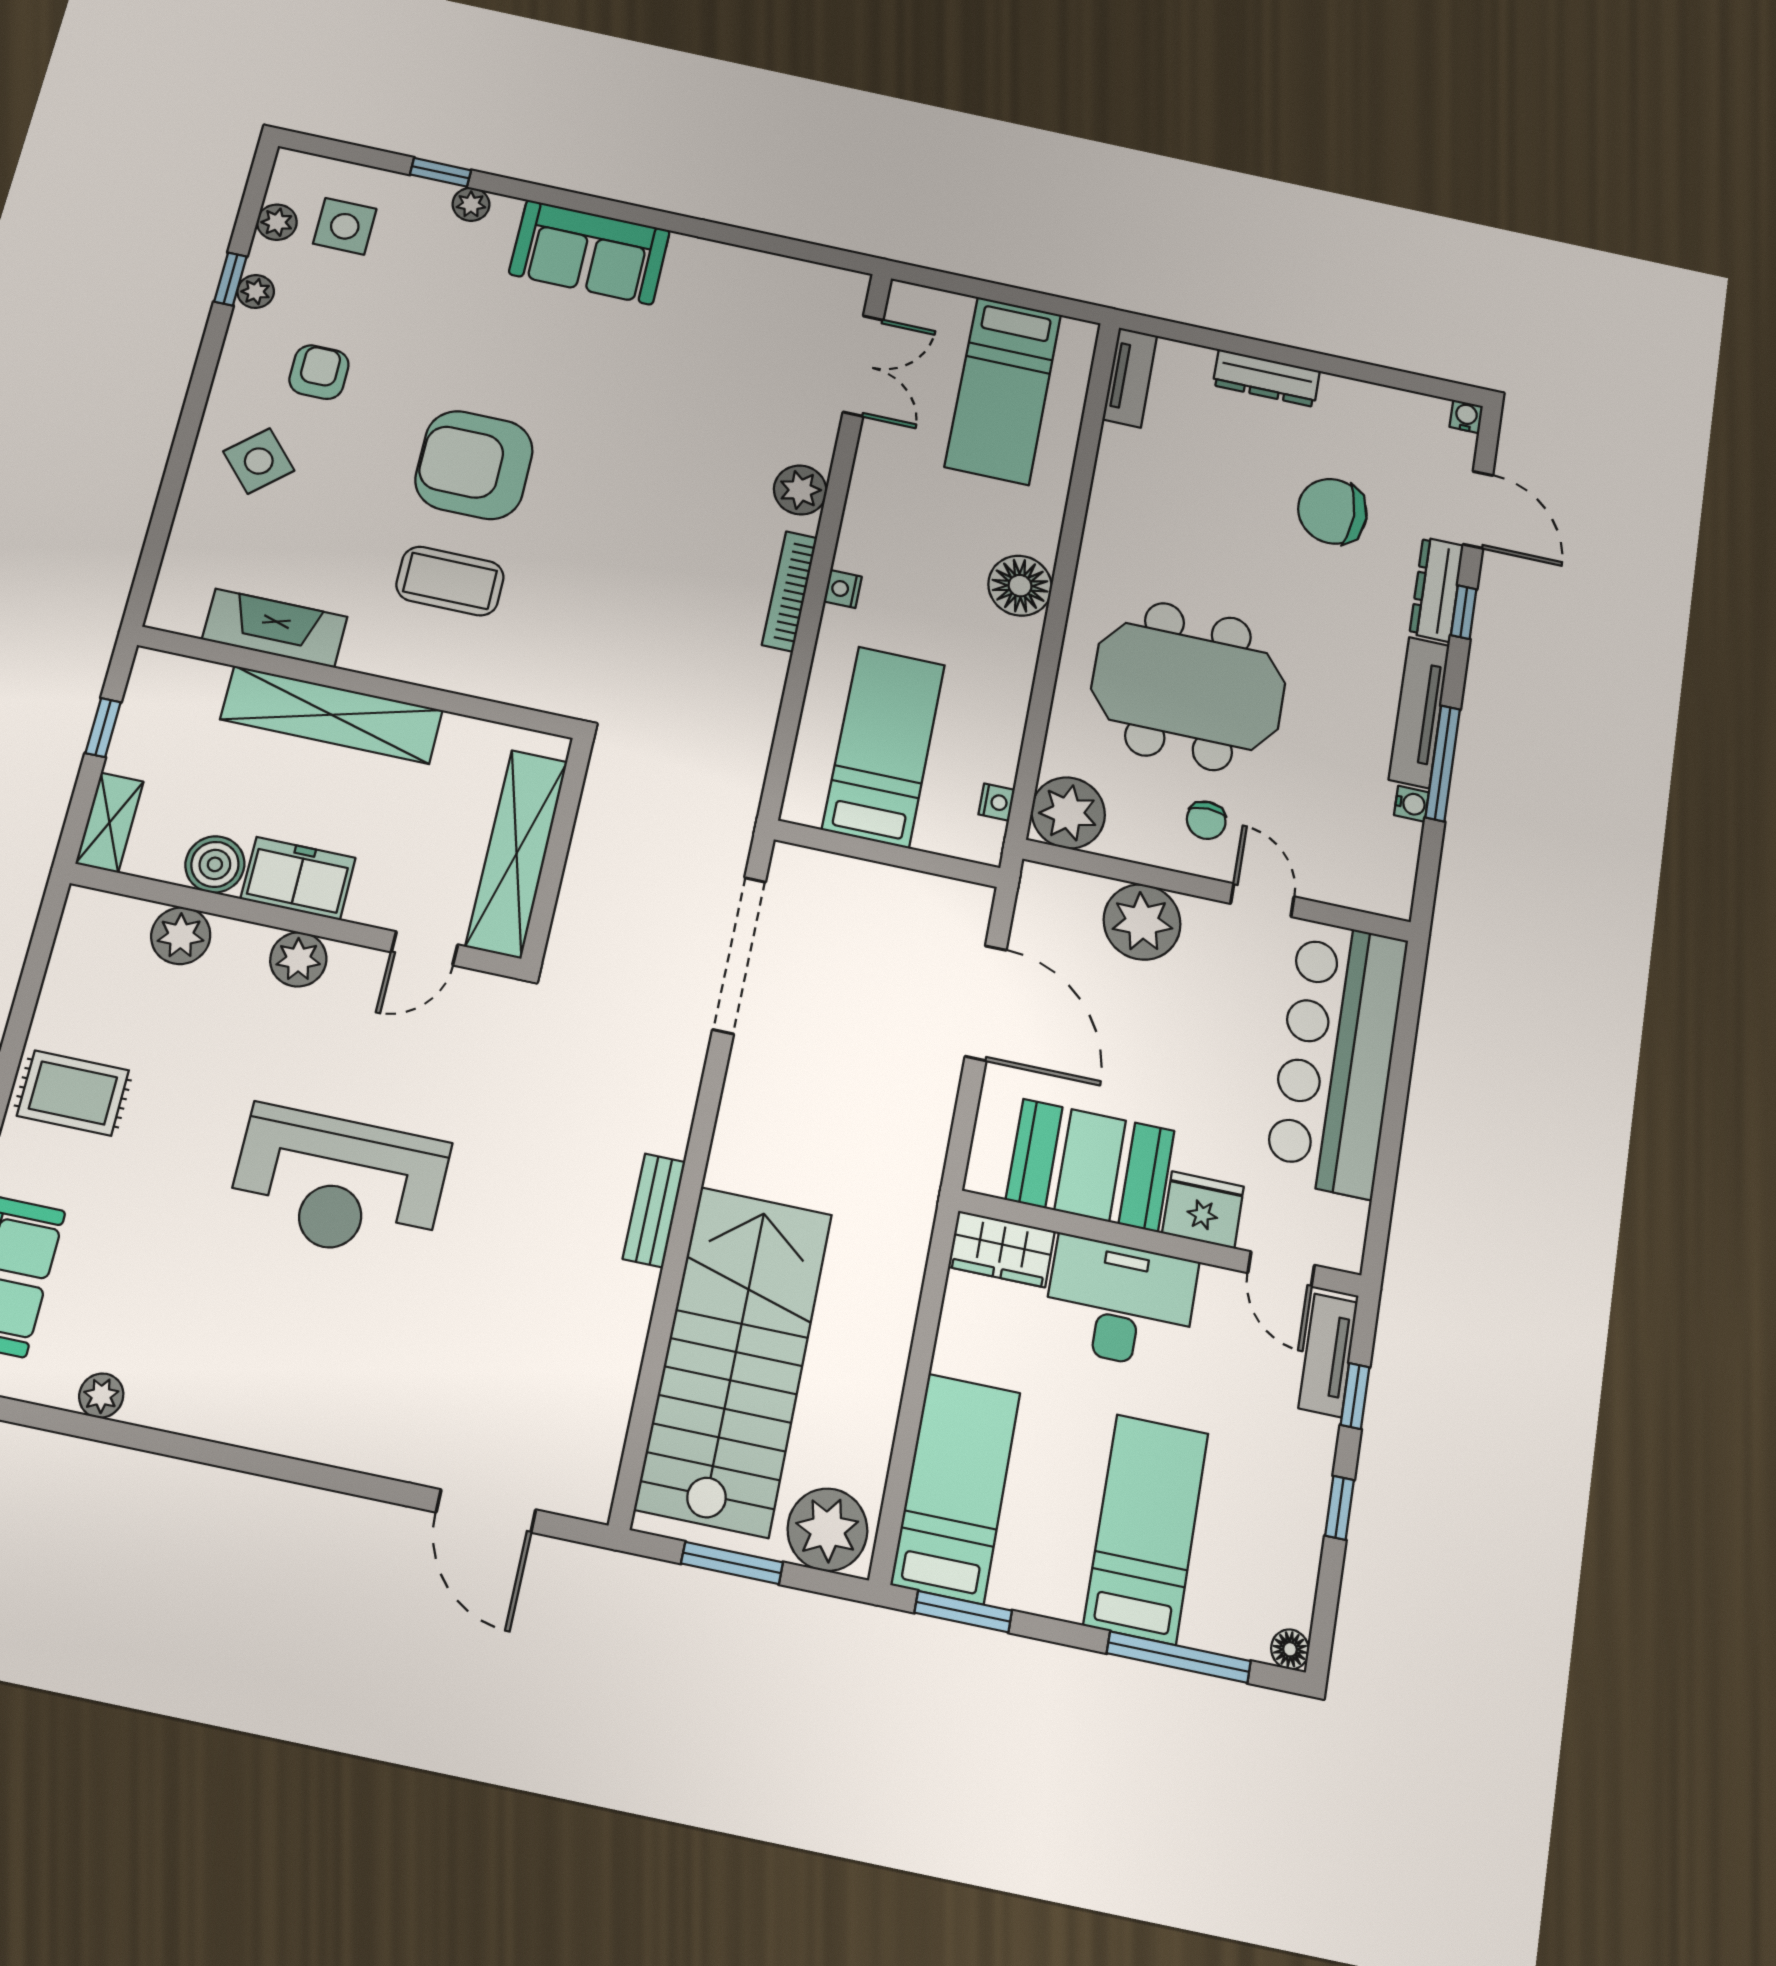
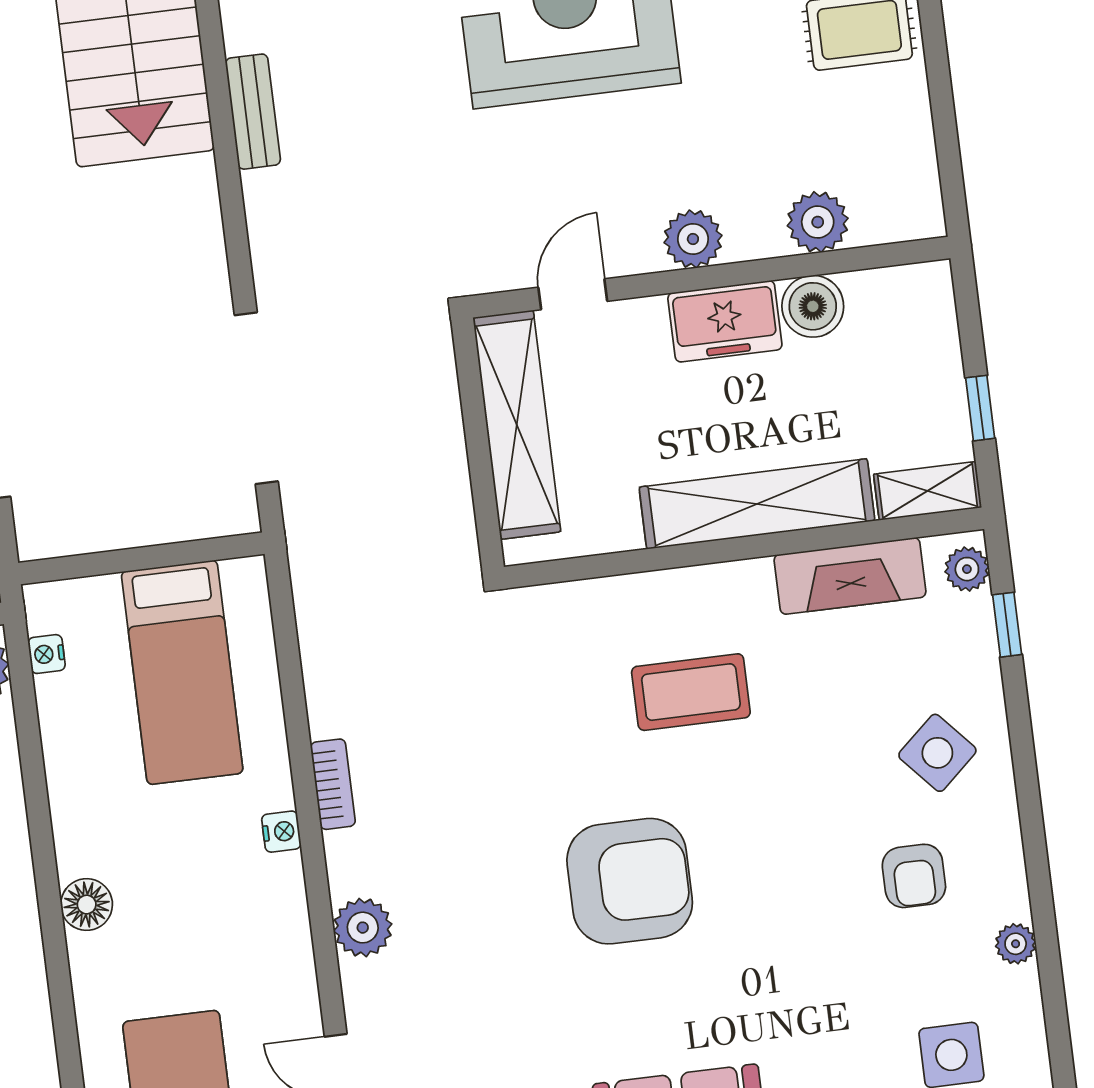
plant: (277, 222) -> (967, 569), moved
window: (230, 279) -> (1007, 625), moved
armchair: (474, 465) -> (630, 881), moved
floor lamp: (1020, 586) -> (87, 905), width x0.73, depth x0.73
bookcase: (790, 591) -> (333, 784), width x0.64
shelving: (109, 823) -> (928, 491), moved, turned 90

